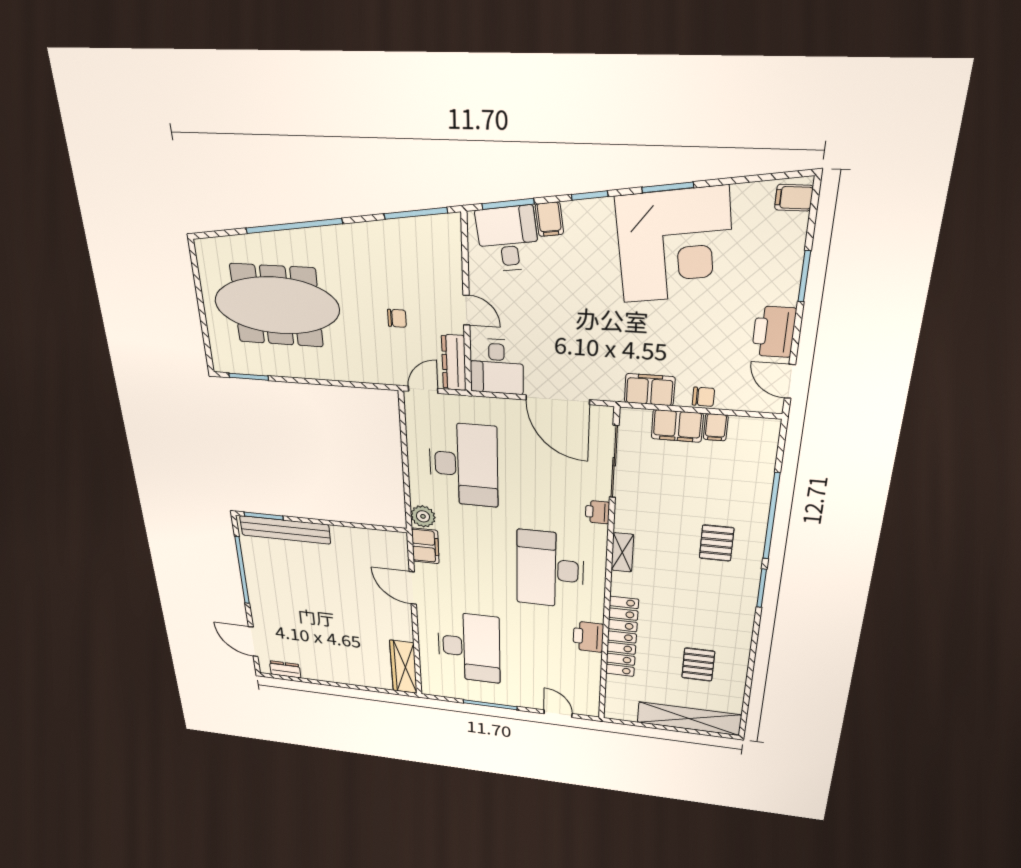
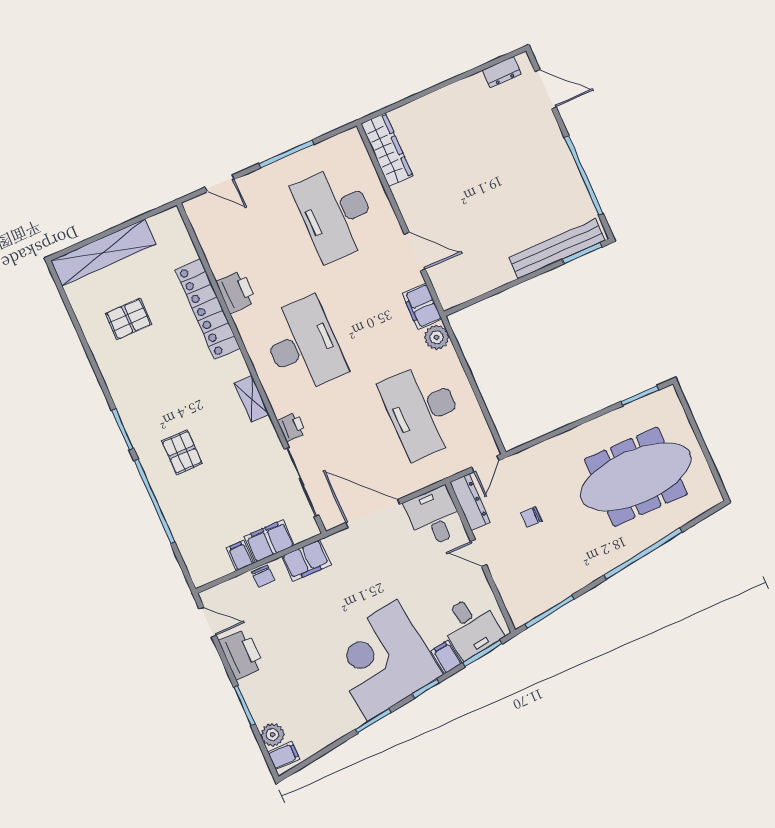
plant: (792, 228) -> (273, 735), added
corner desk: (675, 246) -> (382, 660), moved
chair: (703, 397) -> (263, 576), turned -90
pallet: (698, 664) -> (129, 319), turned 90

